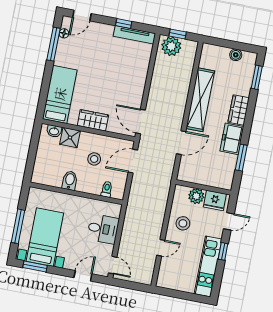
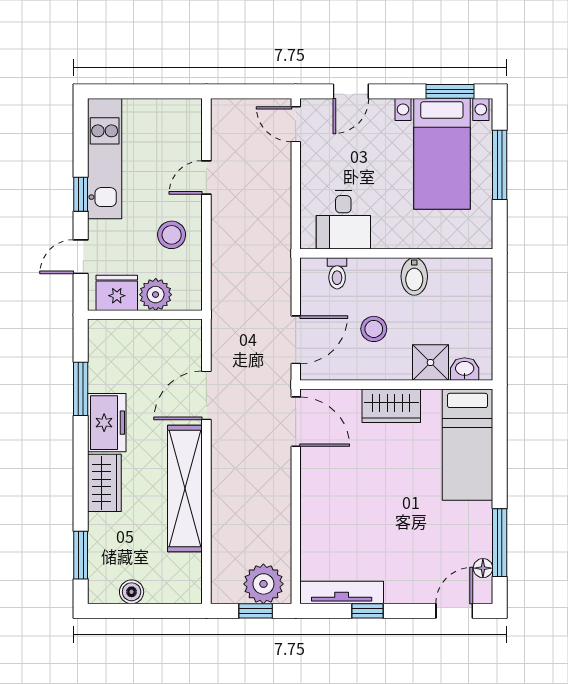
desk: (103, 229) -> (343, 220), moved, turned -90

